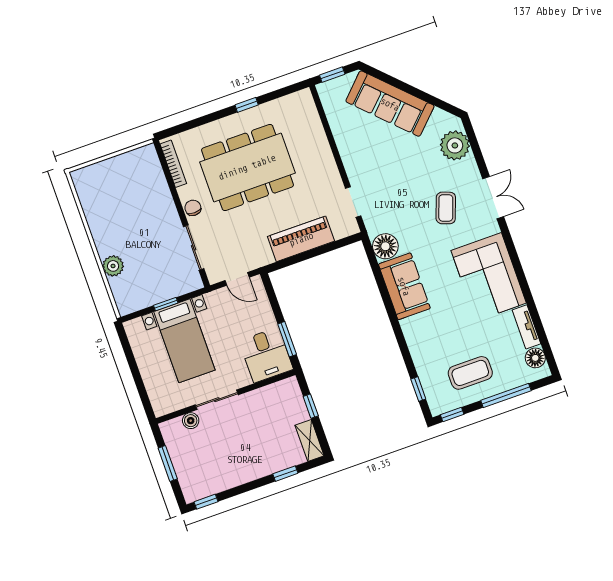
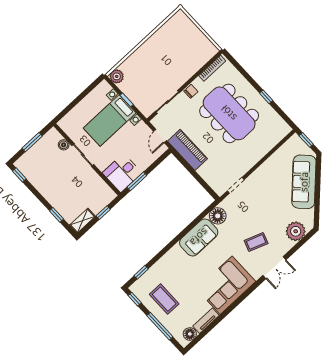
piano: (301, 239) -> (188, 150), moved
plant: (113, 266) -> (117, 76), moved

